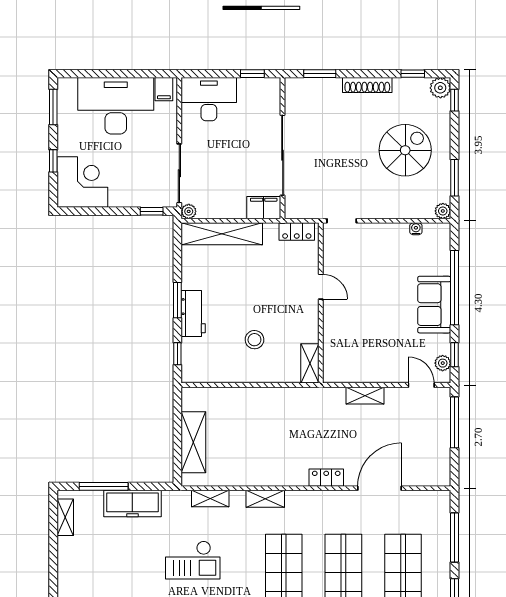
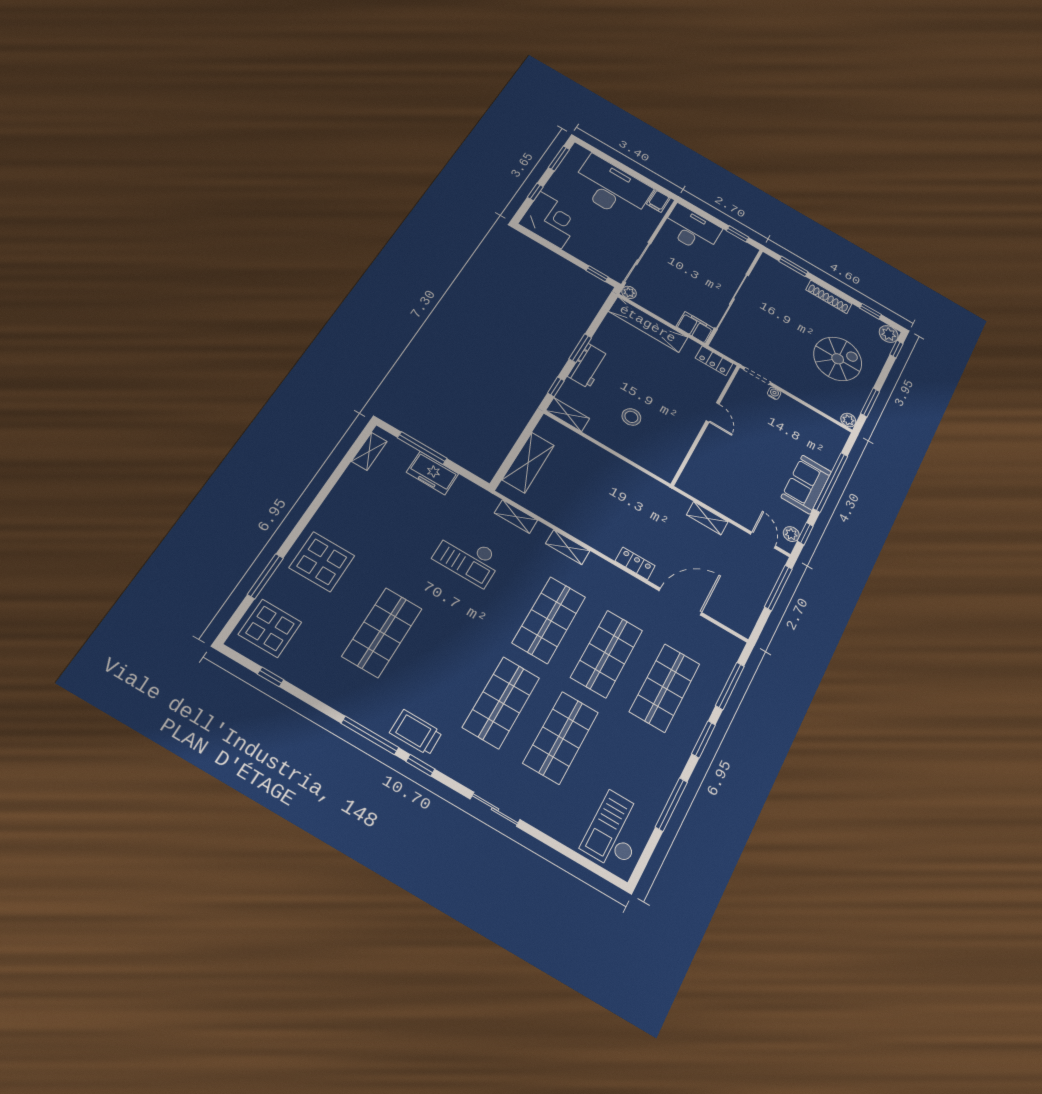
water cooler: (416, 229) -> (774, 393), moved
shelving: (310, 363) -> (568, 415), moved, turned 90
freezer: (132, 503) -> (432, 473), width x0.71

